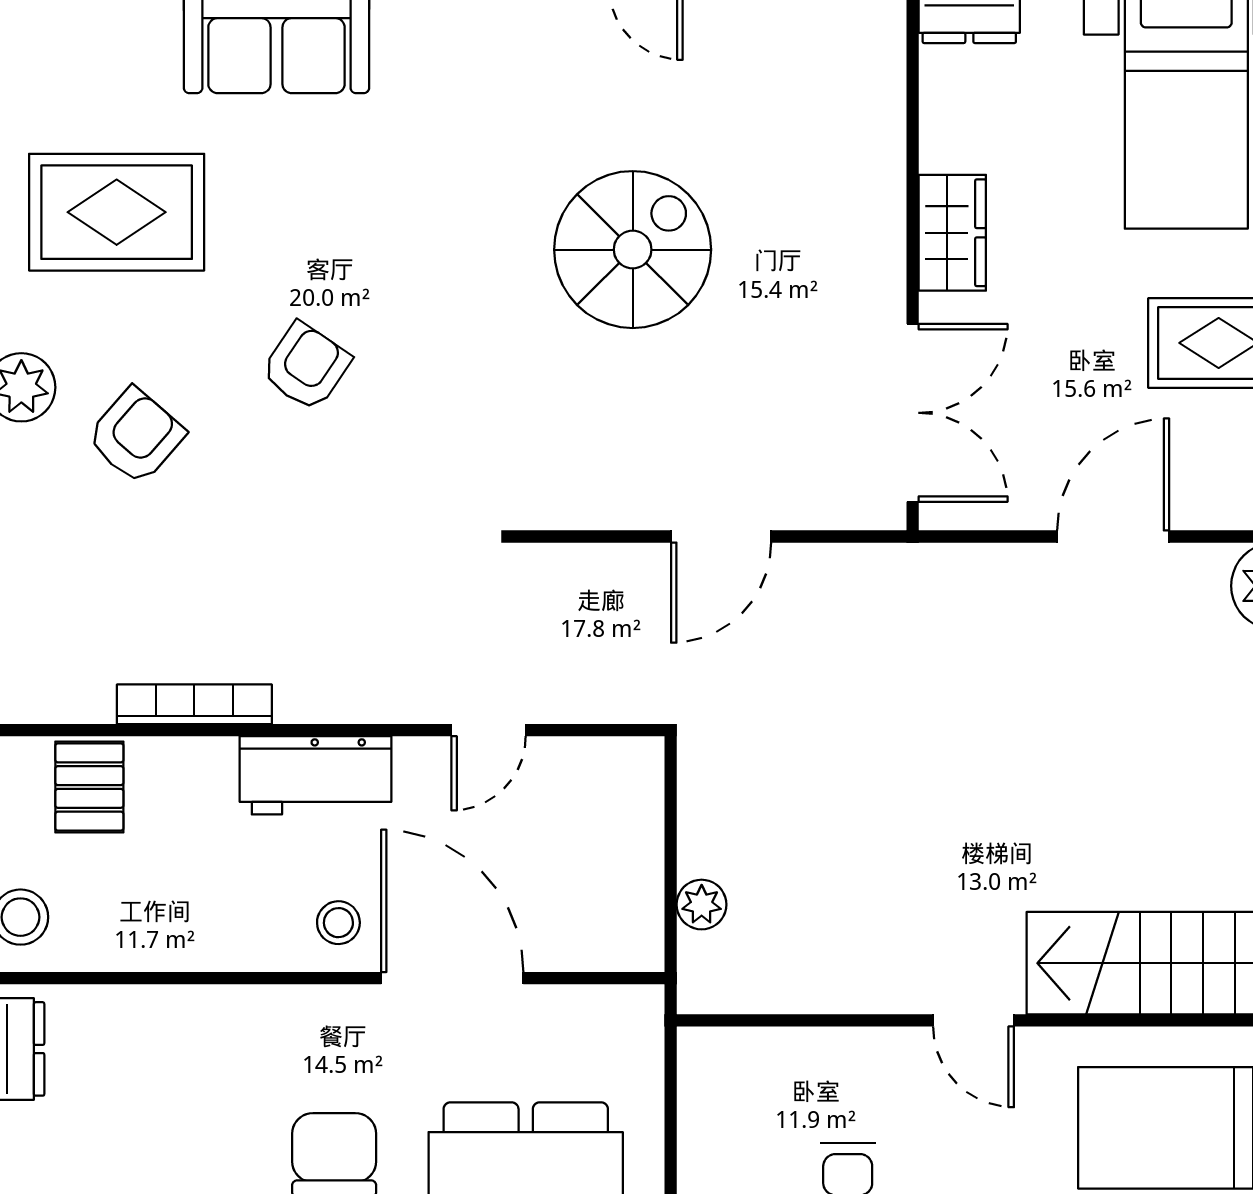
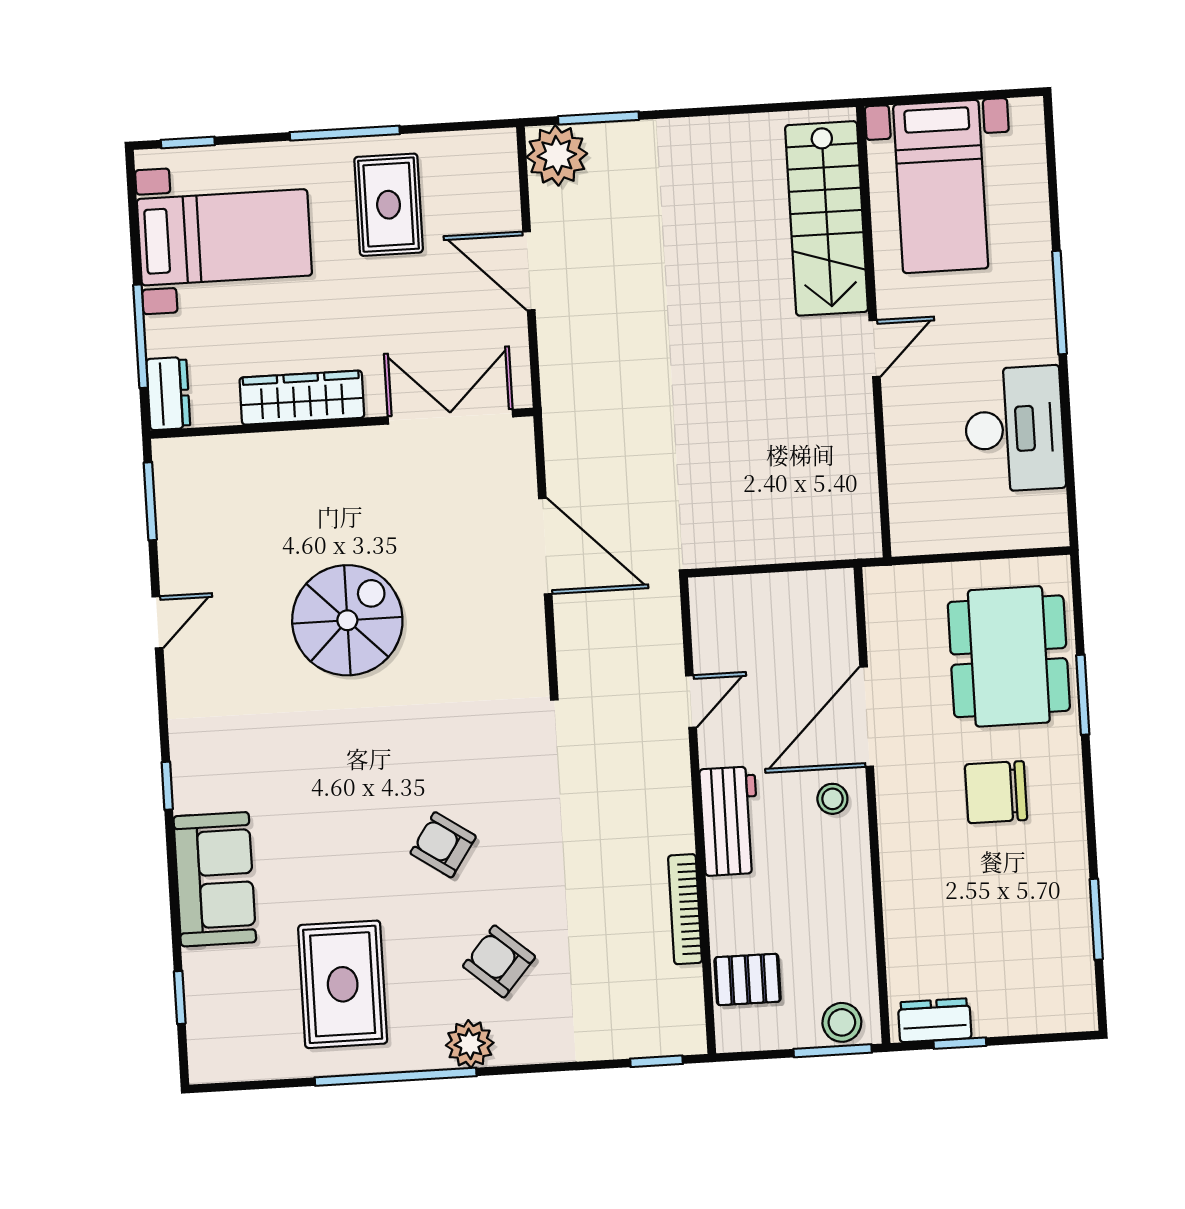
wardrobe: (952, 233) -> (302, 398), width x1.50
spiral stairs: (633, 250) -> (347, 620), turned 90
door: (721, 537) -> (545, 546), width x1.36
door: (489, 730) -> (691, 701), hinge flipped
plant: (702, 905) -> (805, 544), removed

